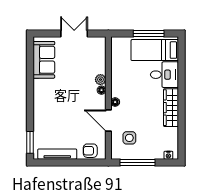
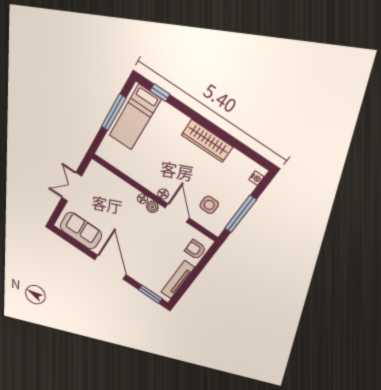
window: (181, 57) -> (160, 93), added
desk: (164, 75) -> (167, 124), removed
plant: (100, 80) -> (152, 207), moved
door: (30, 99) -> (110, 267), added
door: (108, 121) -> (177, 213), swing flipped
armchair: (90, 151) -> (195, 250), turned 90

